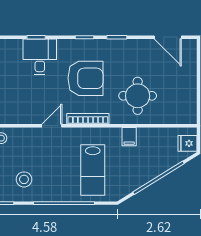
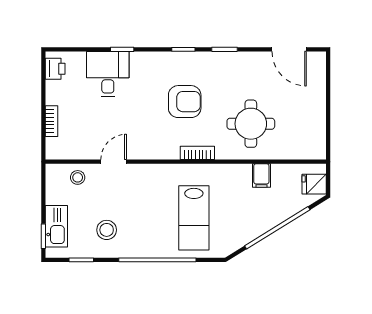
desk: (40, 57) -> (108, 74), moved
armchair: (85, 78) -> (185, 102), width x0.73, depth x0.73
bookcase: (88, 119) -> (197, 153), width x0.64
door: (52, 126) -> (114, 162), moved
filing cabinet: (129, 137) -> (261, 176), moved

